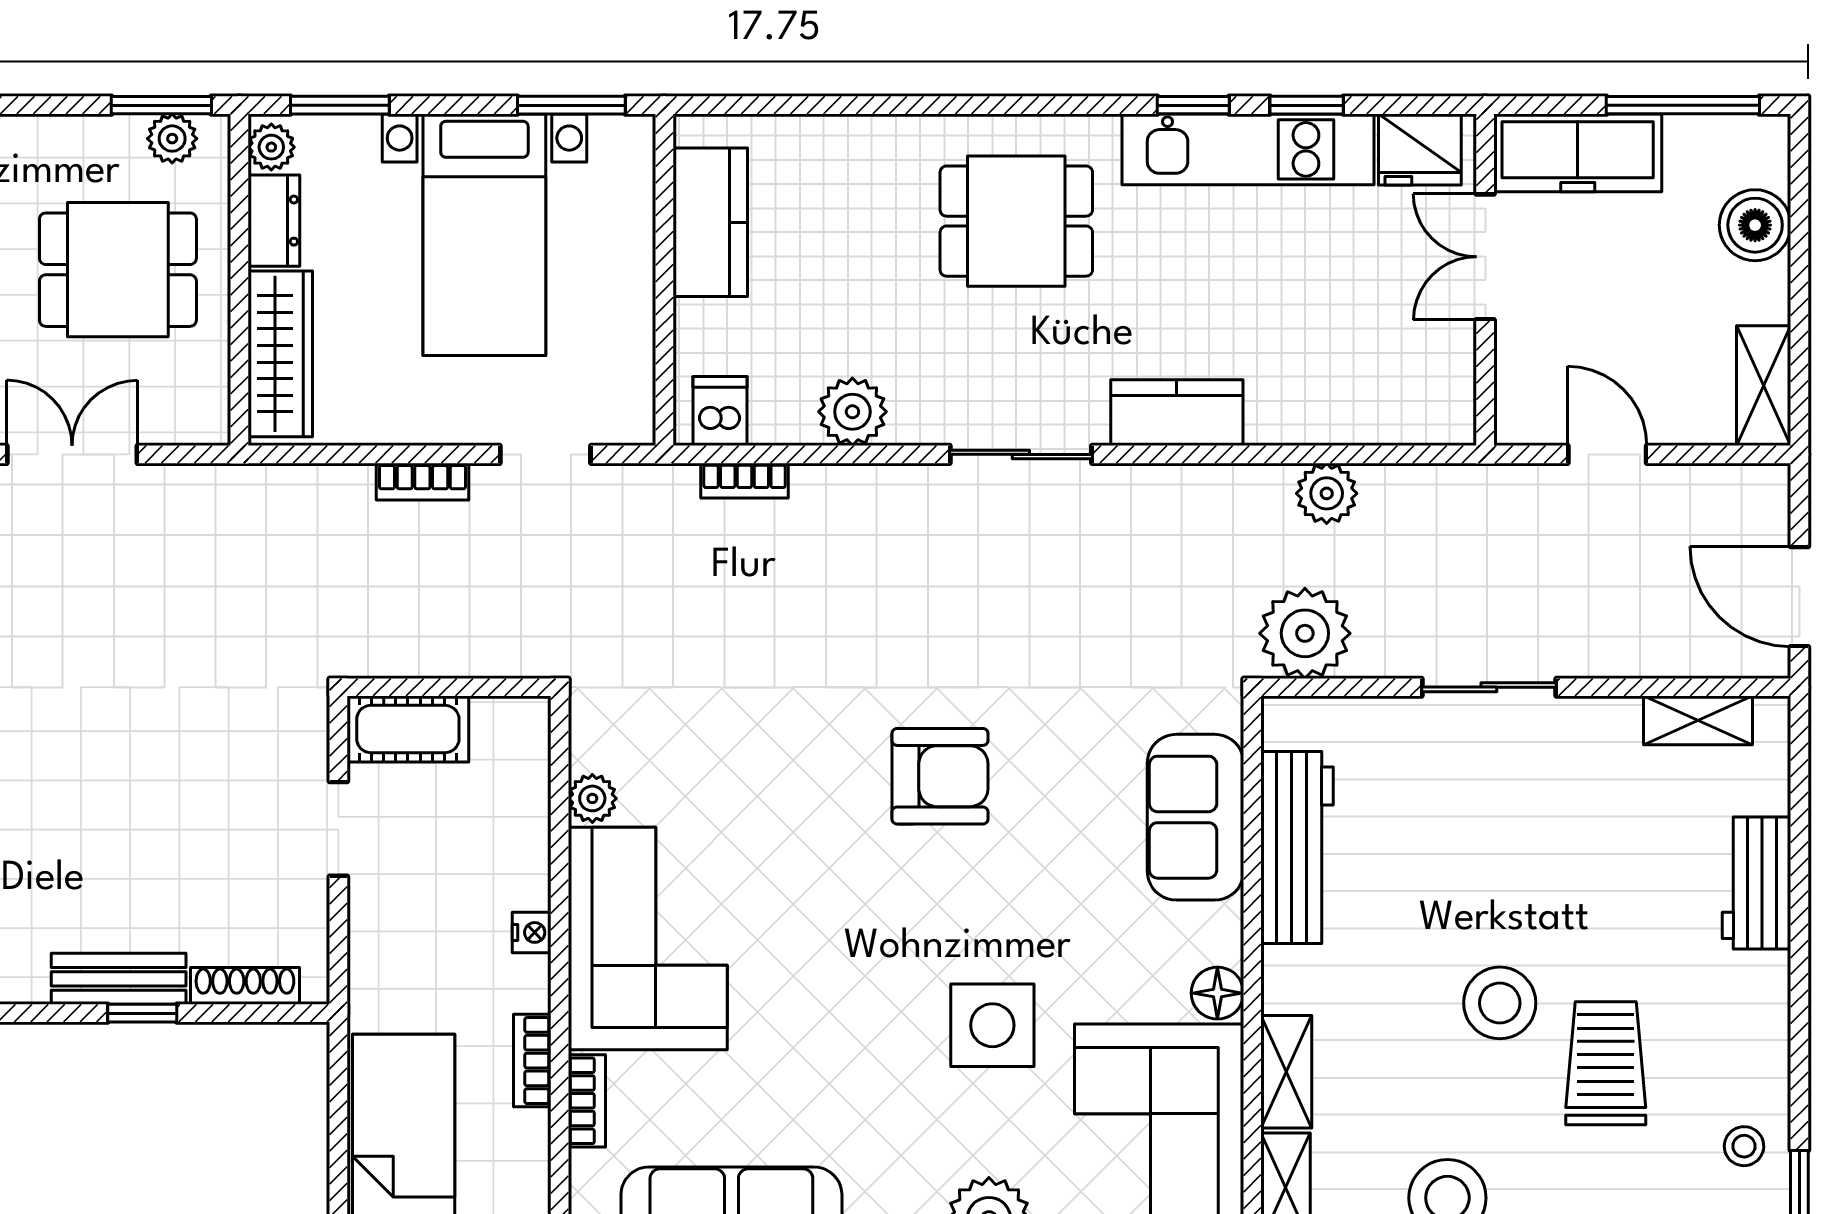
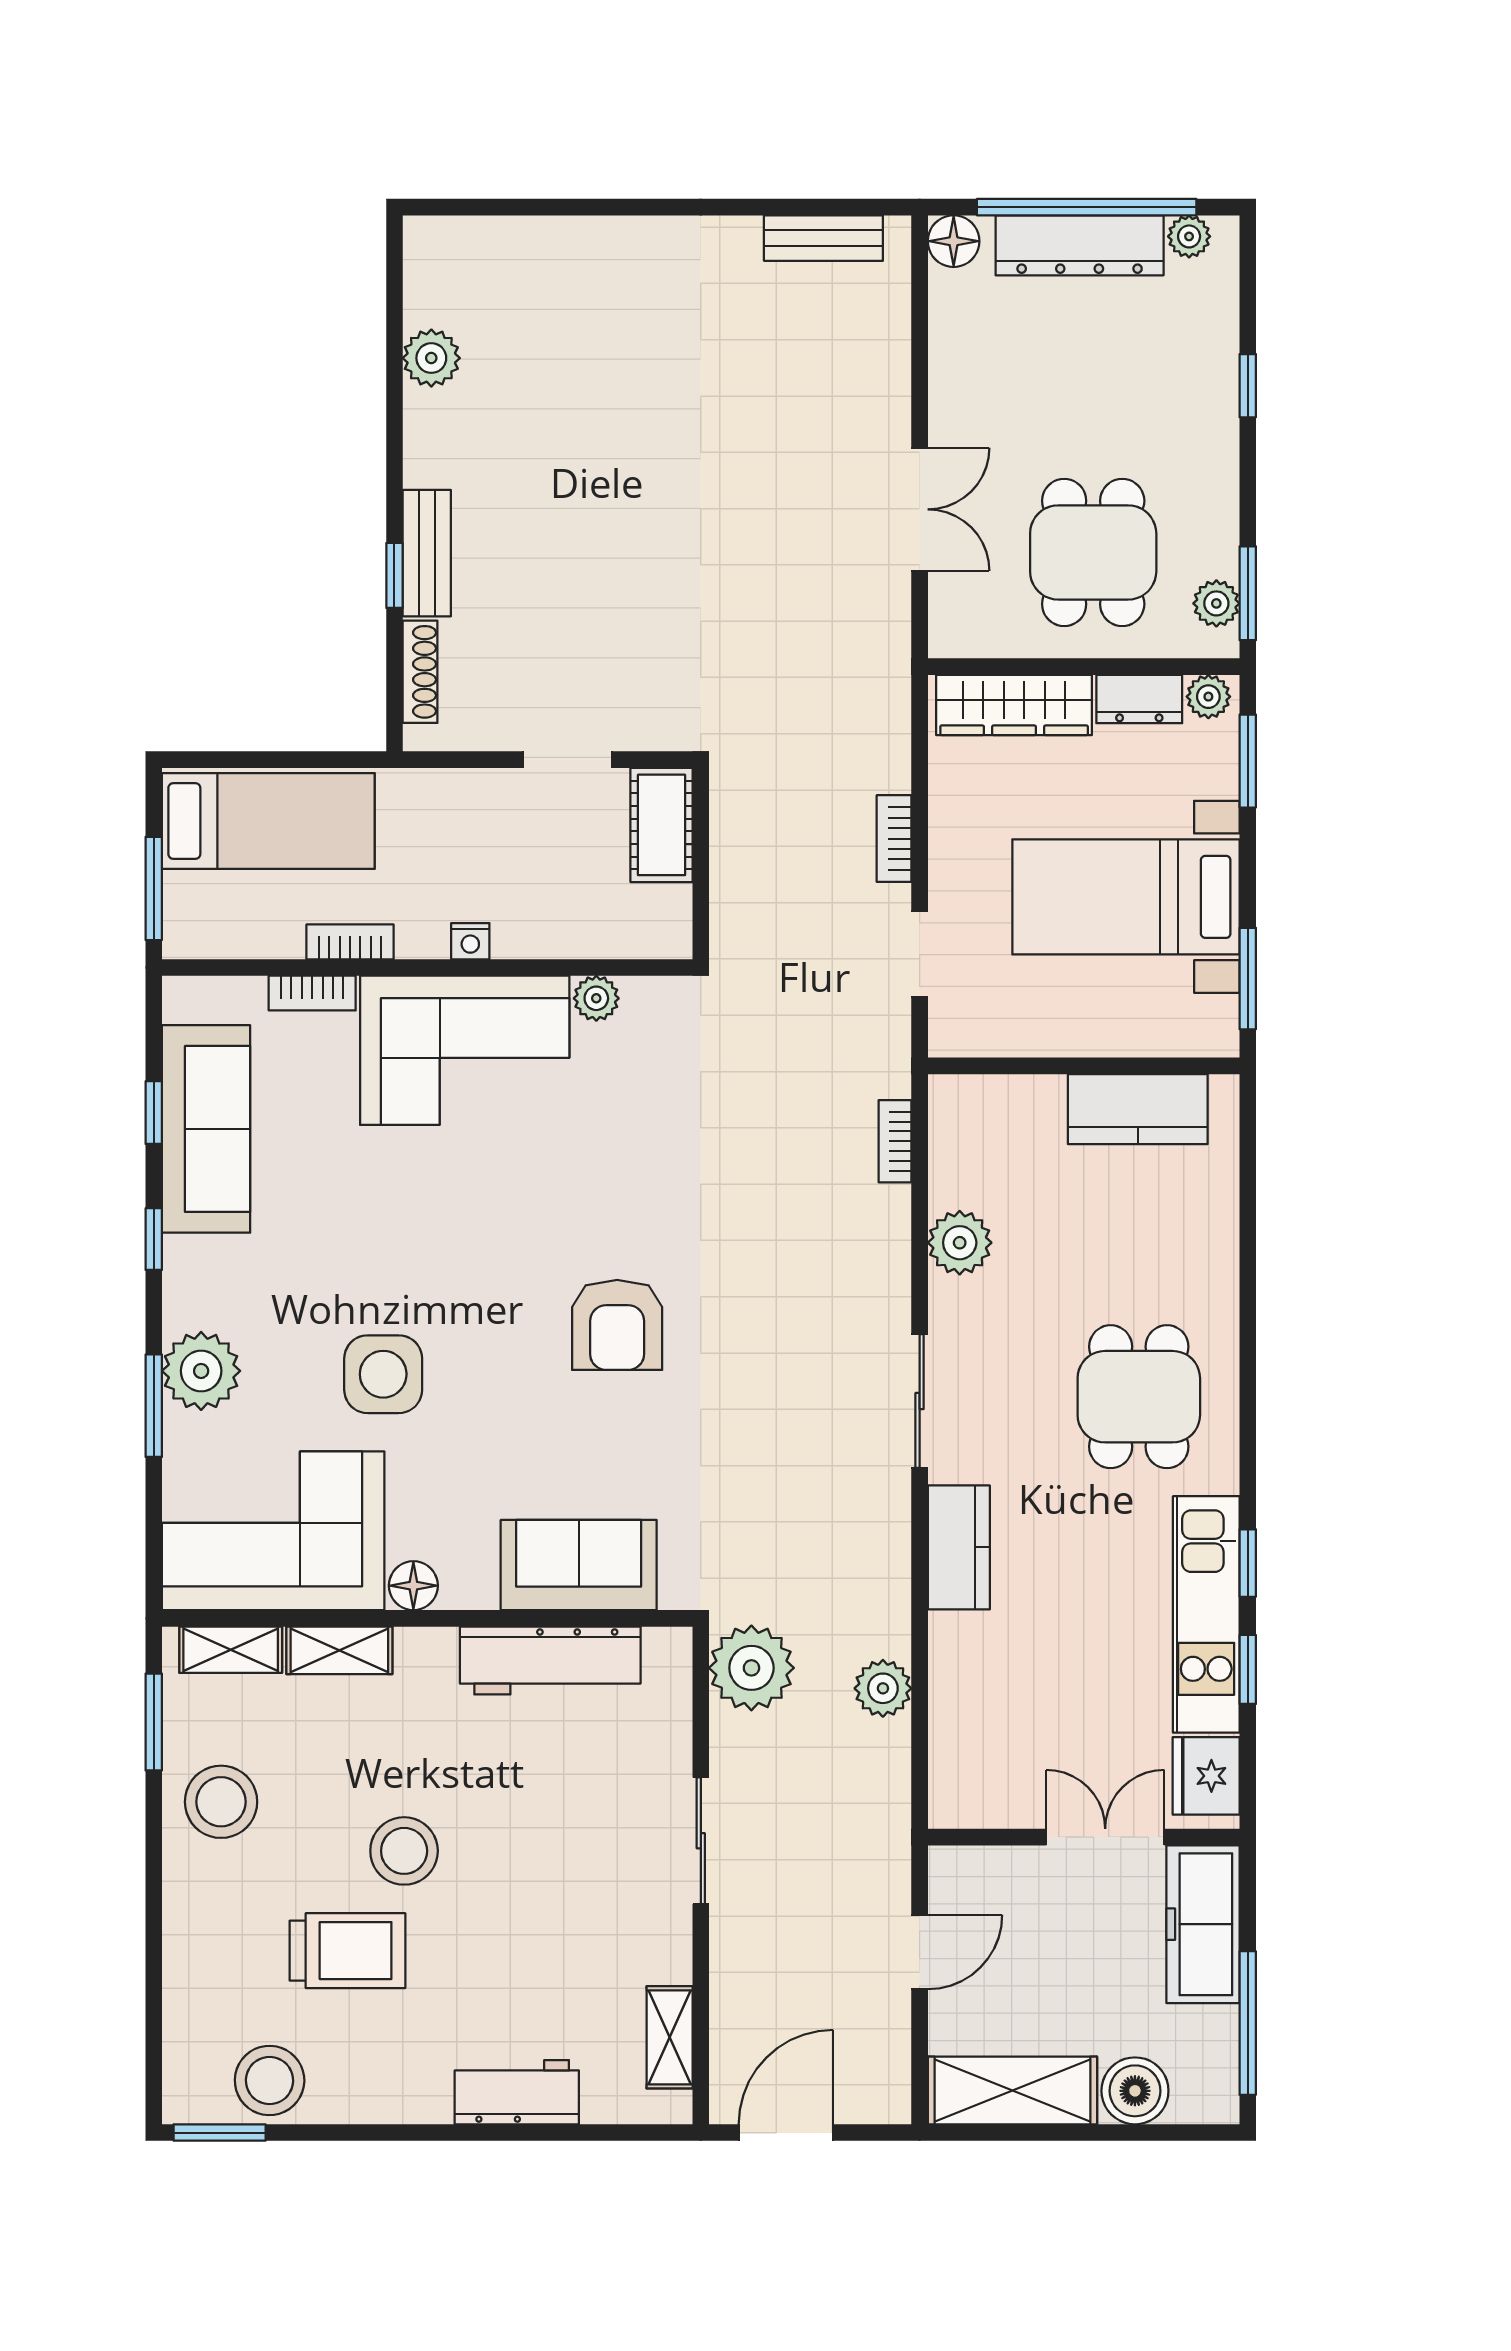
shelving: (1764, 386) -> (1012, 2090), width x1.50, depth x1.33
dishwasher: (720, 411) -> (960, 1118), removed
stool: (1744, 1146) -> (270, 2080), width x1.89, depth x1.89

